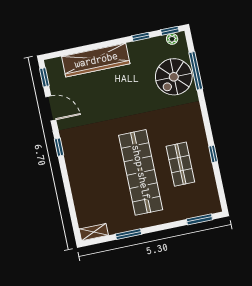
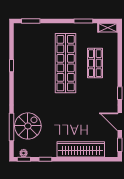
shop shelf: (180, 164) -> (95, 63), moved

